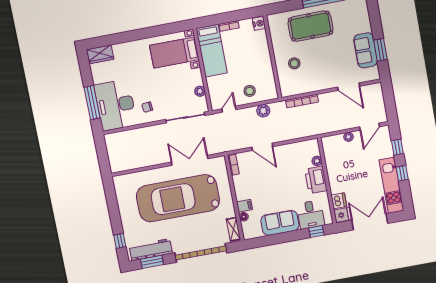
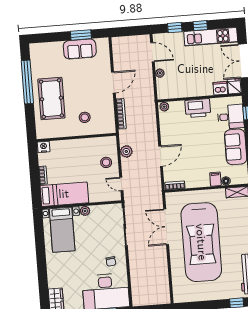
door: (349, 87) -> (113, 83), moved
plant: (200, 91) -> (85, 211), moved
plant: (317, 161) -> (164, 107), moved

